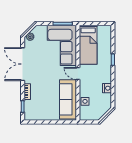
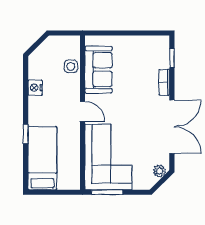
bed: (88, 45) -> (42, 158), moved
sofa: (68, 99) -> (98, 70), width x0.73

